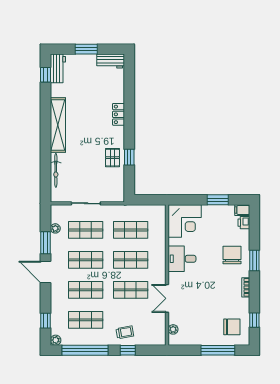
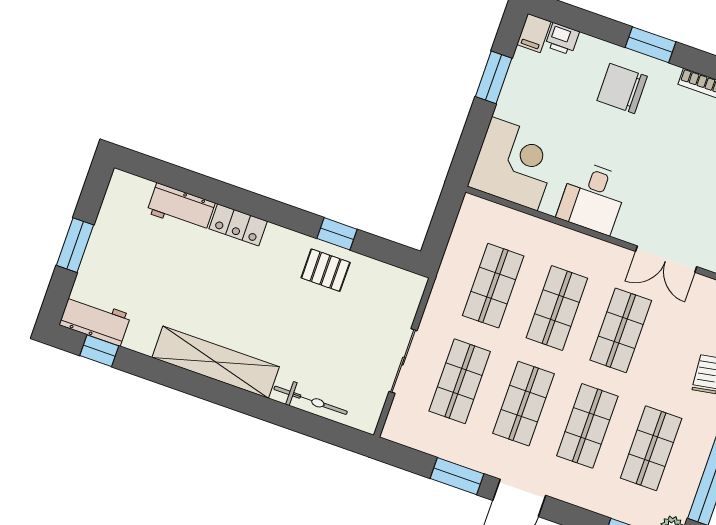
workbench: (111, 61) -> (181, 208), moved, turned 90
plant: (55, 228) -> (434, 445), removed

